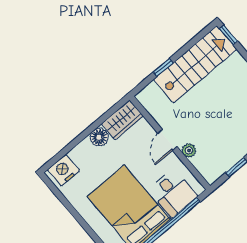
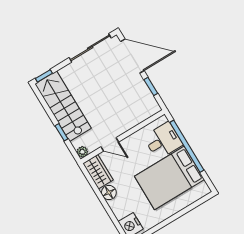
door: (167, 140) -> (110, 144), moved
plant: (189, 150) -> (82, 152), moved

